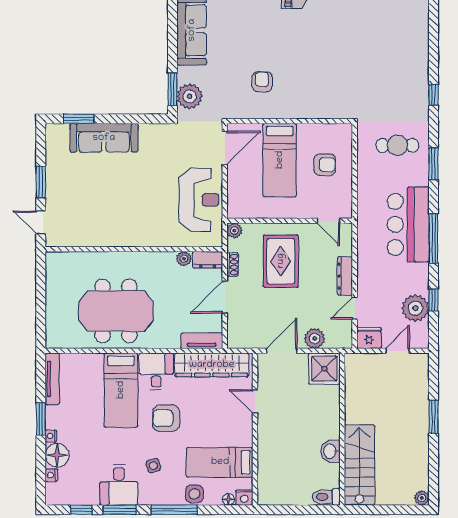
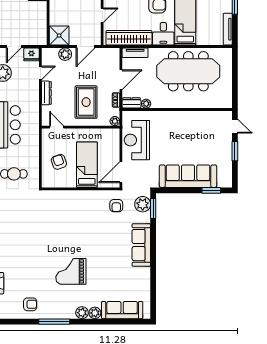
armchair: (262, 82) -> (116, 206), moved
sofa: (104, 138) -> (188, 176), width x1.36, depth x1.27
armchair: (325, 165) -> (59, 162), turned 71
meeting table: (116, 311) -> (188, 71), width x1.36
door: (255, 401) -> (102, 15), hinge flipped

